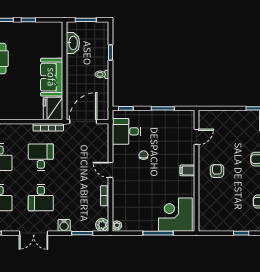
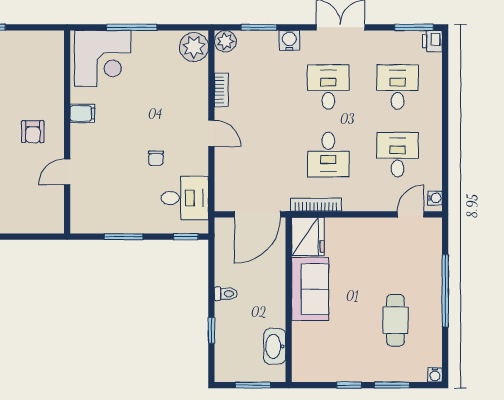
door: (196, 137) -> (67, 172), moved
filing cabinet: (187, 170) -> (82, 114), moved
plant: (117, 225) -> (194, 47), width x1.88, depth x1.88

